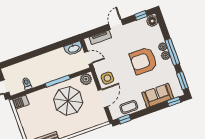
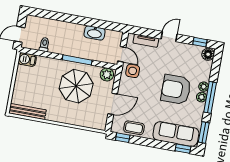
washbasin: (74, 48) -> (95, 33), moved
side table: (107, 78) -> (133, 71), moved
sofa: (158, 95) -> (176, 134), width x1.36

